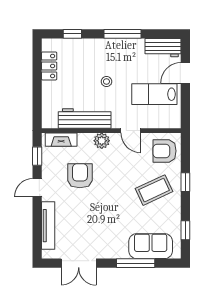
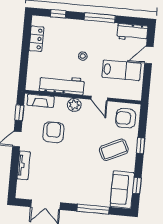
lab bench: (154, 94) -> (122, 70), turned 180
tv unit: (48, 226) -> (24, 165), width x0.71
sofa: (151, 246) -> (122, 190), moved, turned -90

